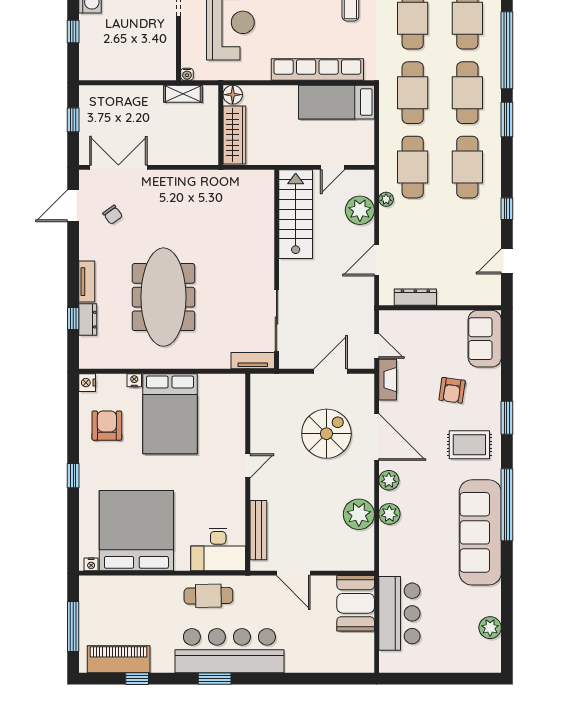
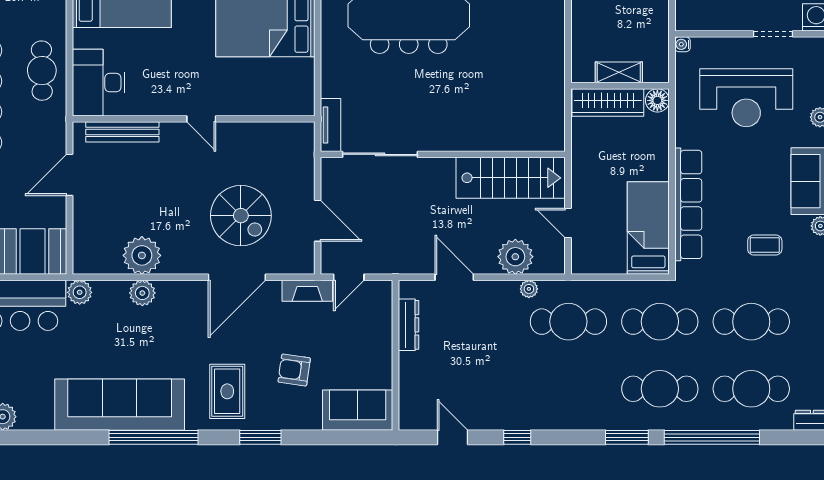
shelving: (183, 94) -> (619, 72), moved, turned 90
cafe table: (467, 167) -> (568, 389), removed
plant: (389, 480) -> (80, 292), moved

